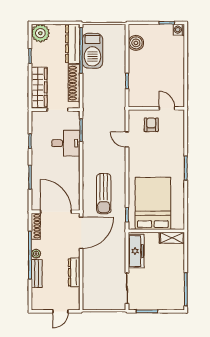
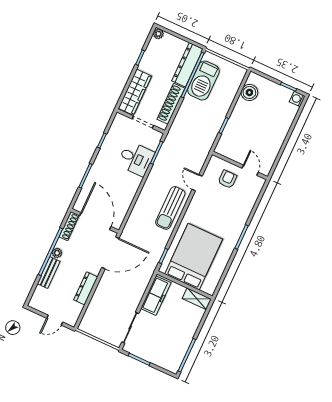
plant: (40, 33) -> (158, 34), width x0.53, depth x0.53
sun lounger: (104, 194) -> (170, 208), moved

